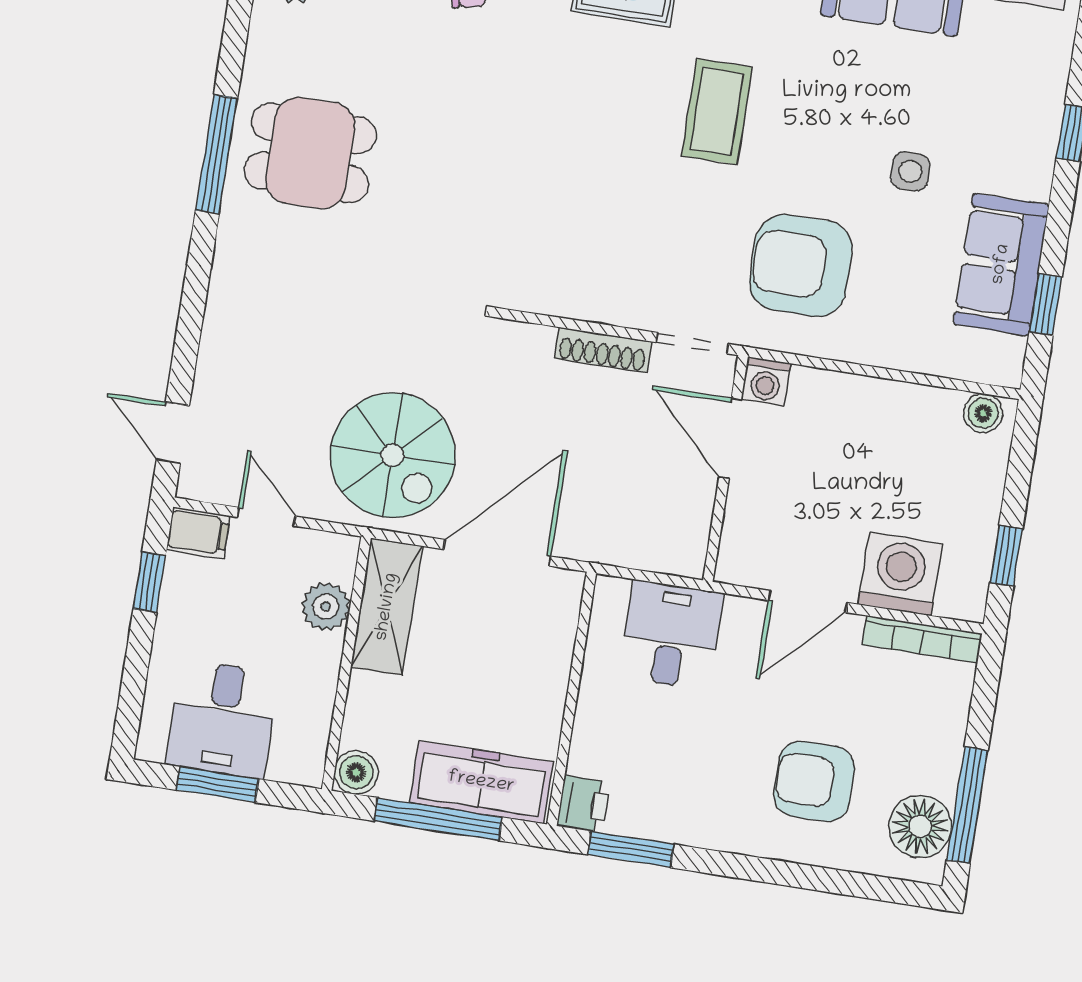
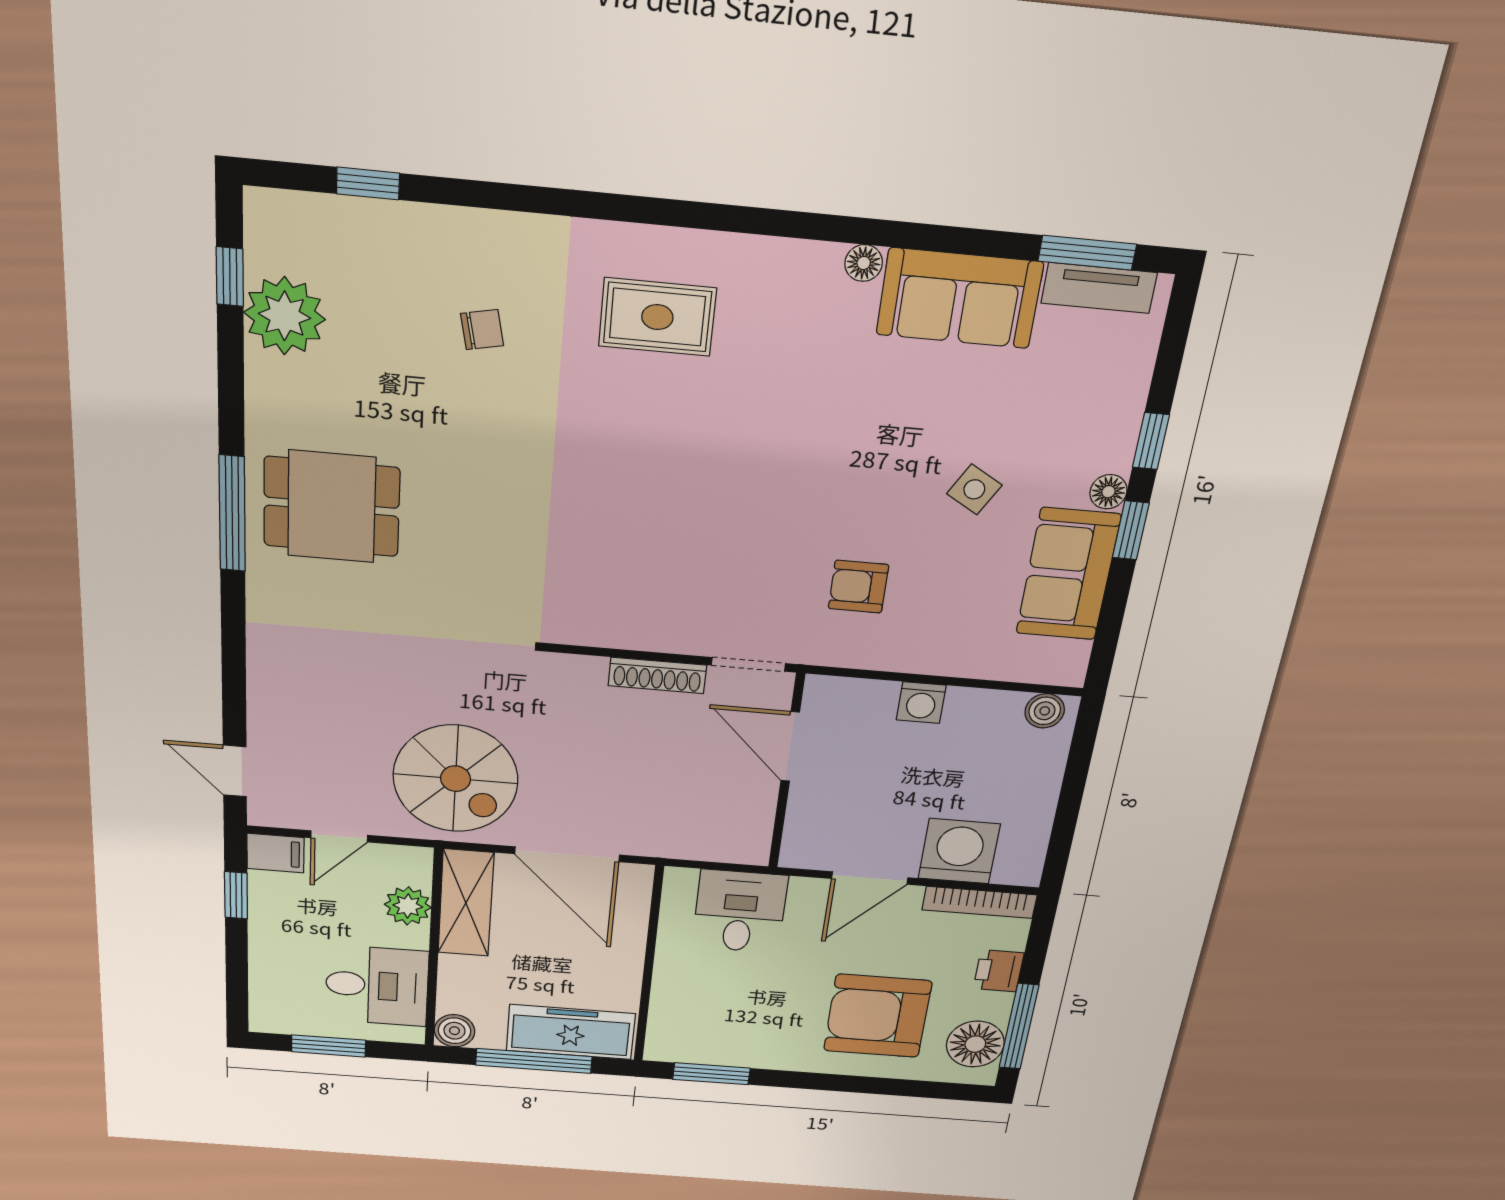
coffee table: (717, 111) -> (765, 441), removed
side table: (910, 171) -> (974, 489), turned 30
floor lamp: (1036, 181) -> (1108, 492), added
armchair: (801, 265) -> (858, 587), width x0.53, depth x0.53
window: (1046, 304) -> (1131, 530), moved
washing machine: (766, 381) -> (921, 703), moved
door: (266, 517) -> (339, 836), swing flipped
door: (497, 553) -> (567, 854), swing flipped
window: (1006, 556) -> (1063, 831), removed
desk: (223, 719) -> (377, 986), moved, turned -90
armchair: (814, 781) -> (878, 1016), width x1.36, depth x1.36
printer: (584, 804) -> (999, 971), moved, turned 180

